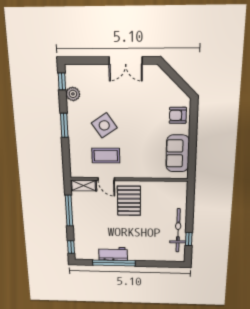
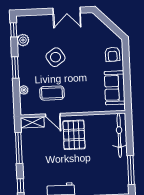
armchair: (178, 115) -> (112, 54), turned -92
side table: (104, 125) -> (56, 57), moved
plant: (74, 151) -> (24, 90), added
bicycle: (178, 230) -> (119, 135), moved
window: (189, 239) -> (131, 170), width x2.17

